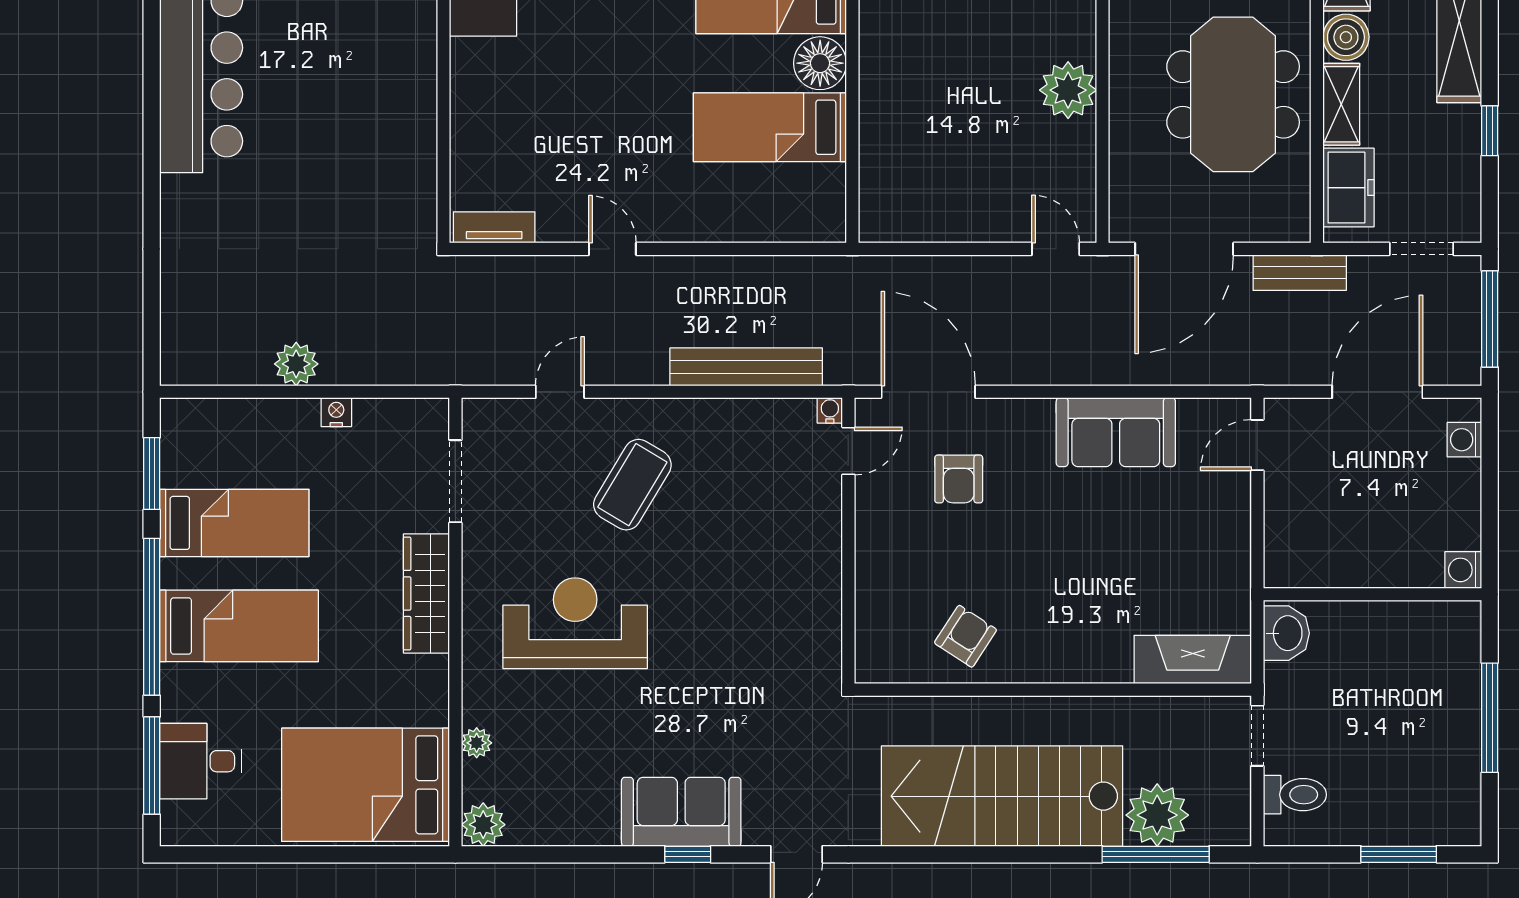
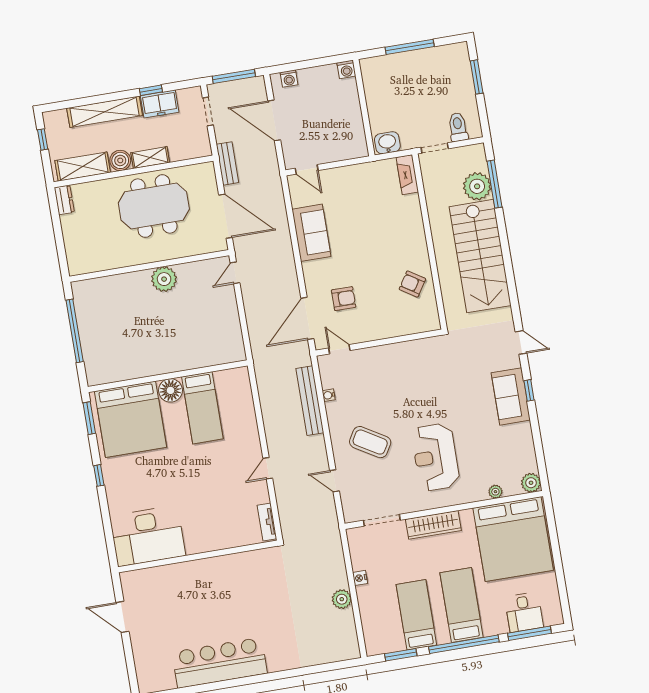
freezer: (1348, 188) -> (160, 104), moved, turned 180
water cooler: (830, 410) -> (329, 395), moved
fireplace: (1193, 659) -> (407, 175), width x0.73, depth x0.76
bed: (366, 785) -> (513, 539), width x1.36

